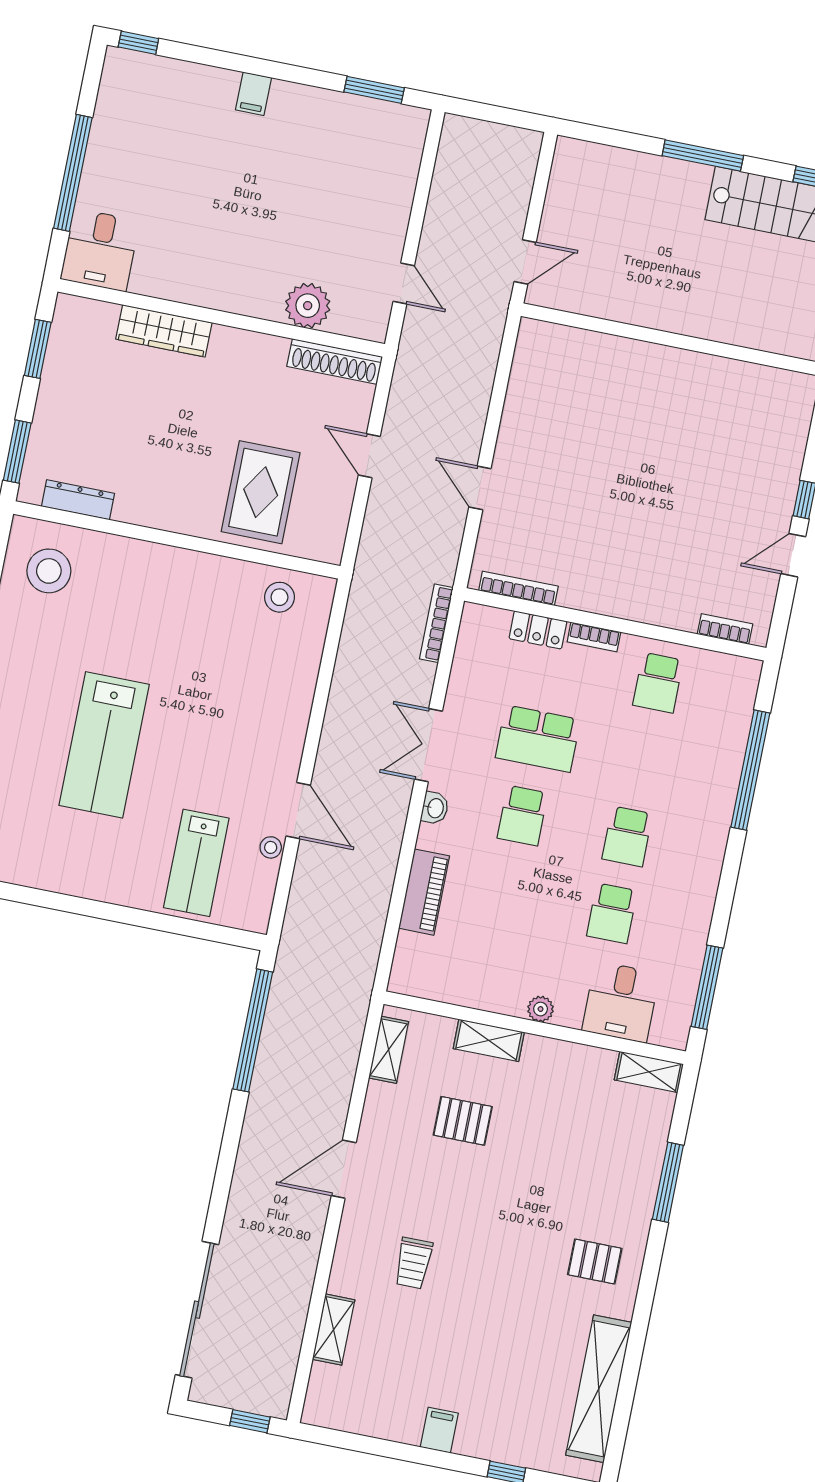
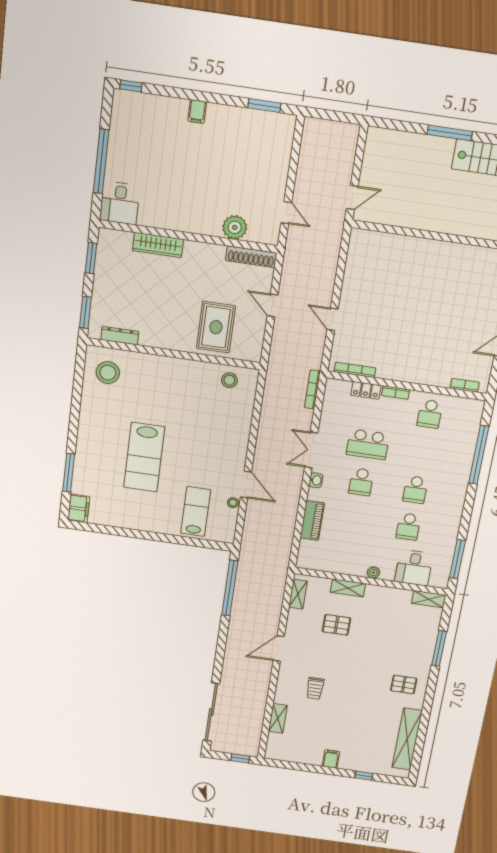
lab bench: (196, 863) -> (196, 512), turned 180

